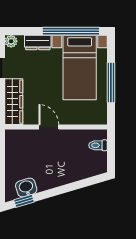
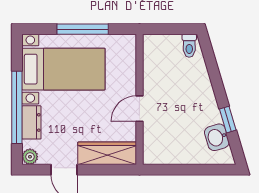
window: (71, 31) -> (17, 107), moved
toilet: (98, 145) -> (189, 46), moved
window: (24, 201) -> (228, 120), moved

